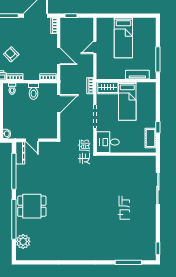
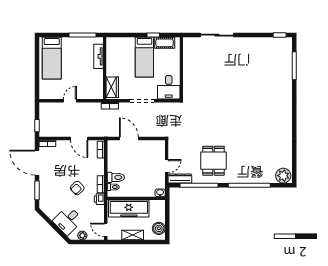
bed: (123, 38) -> (52, 58), moved, turned 90
door: (95, 47) -> (70, 101), swing flipped
door: (59, 56) -> (79, 139), swing flipped
toilet: (34, 91) -> (116, 177), moved
bed: (127, 101) -> (144, 57), moved, turned 90
dining table: (32, 206) -> (213, 161), moved
plant: (23, 241) -> (283, 176), moved

